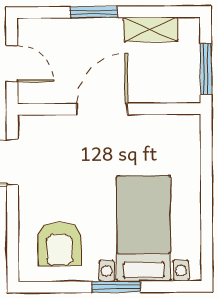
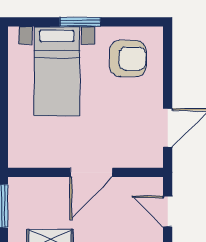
armchair: (60, 244) -> (128, 59), turned 90

